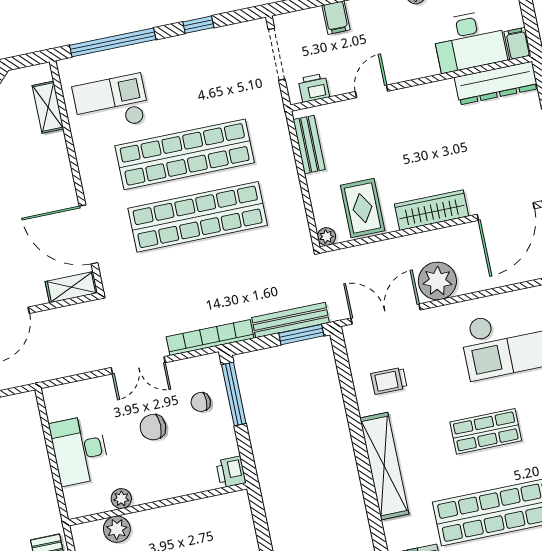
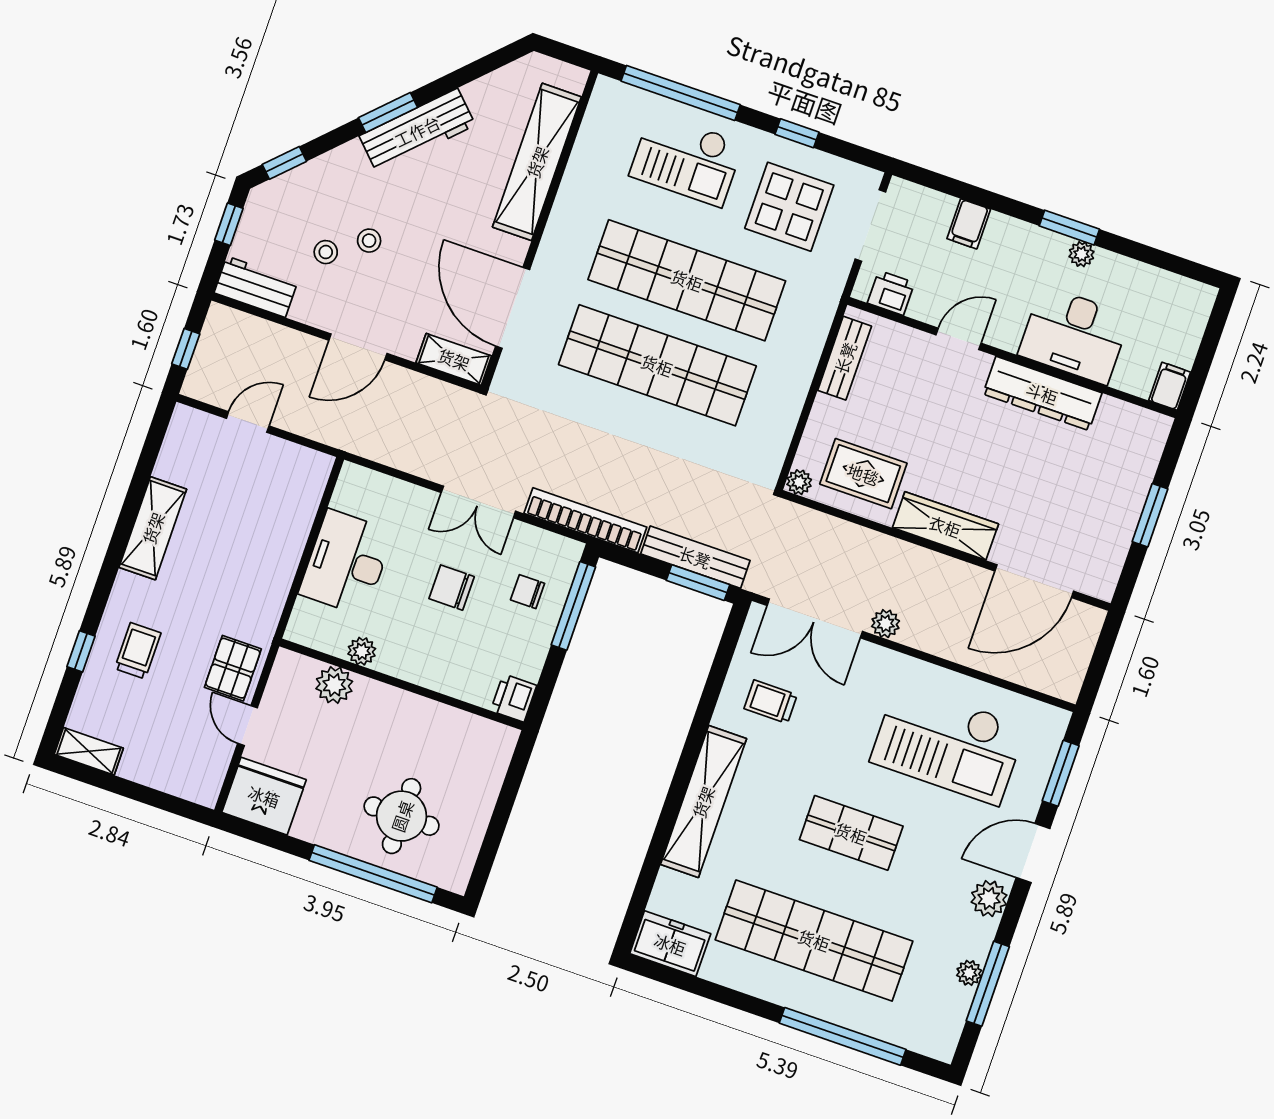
desk: (469, 41) -> (1074, 335), moved
display table: (220, 72) -> (789, 207), added
dresser: (496, 83) -> (1042, 393), moved
checkout: (111, 104) -> (686, 159), moved, turned 180
shelving: (48, 107) -> (537, 162), width x2.20, depth x1.33
rug: (363, 208) -> (863, 474), turned 90
plant: (437, 281) -> (886, 624), width x0.53, depth x0.53
double door: (386, 314) -> (815, 618), swing flipped

